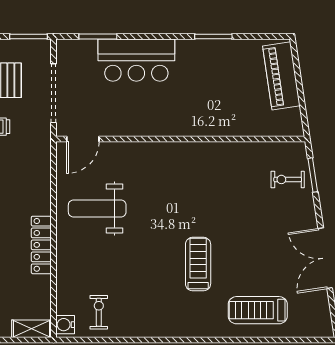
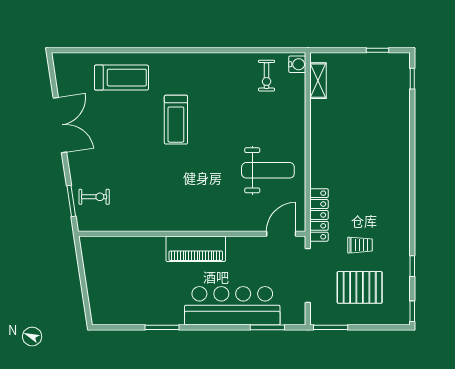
bar counter: (136, 60) -> (232, 306), width x1.36
piano: (281, 76) -> (196, 249), moved, turned 98
locker: (41, 245) -> (319, 215), moved
shelving: (31, 329) -> (318, 81), moved, turned 90

